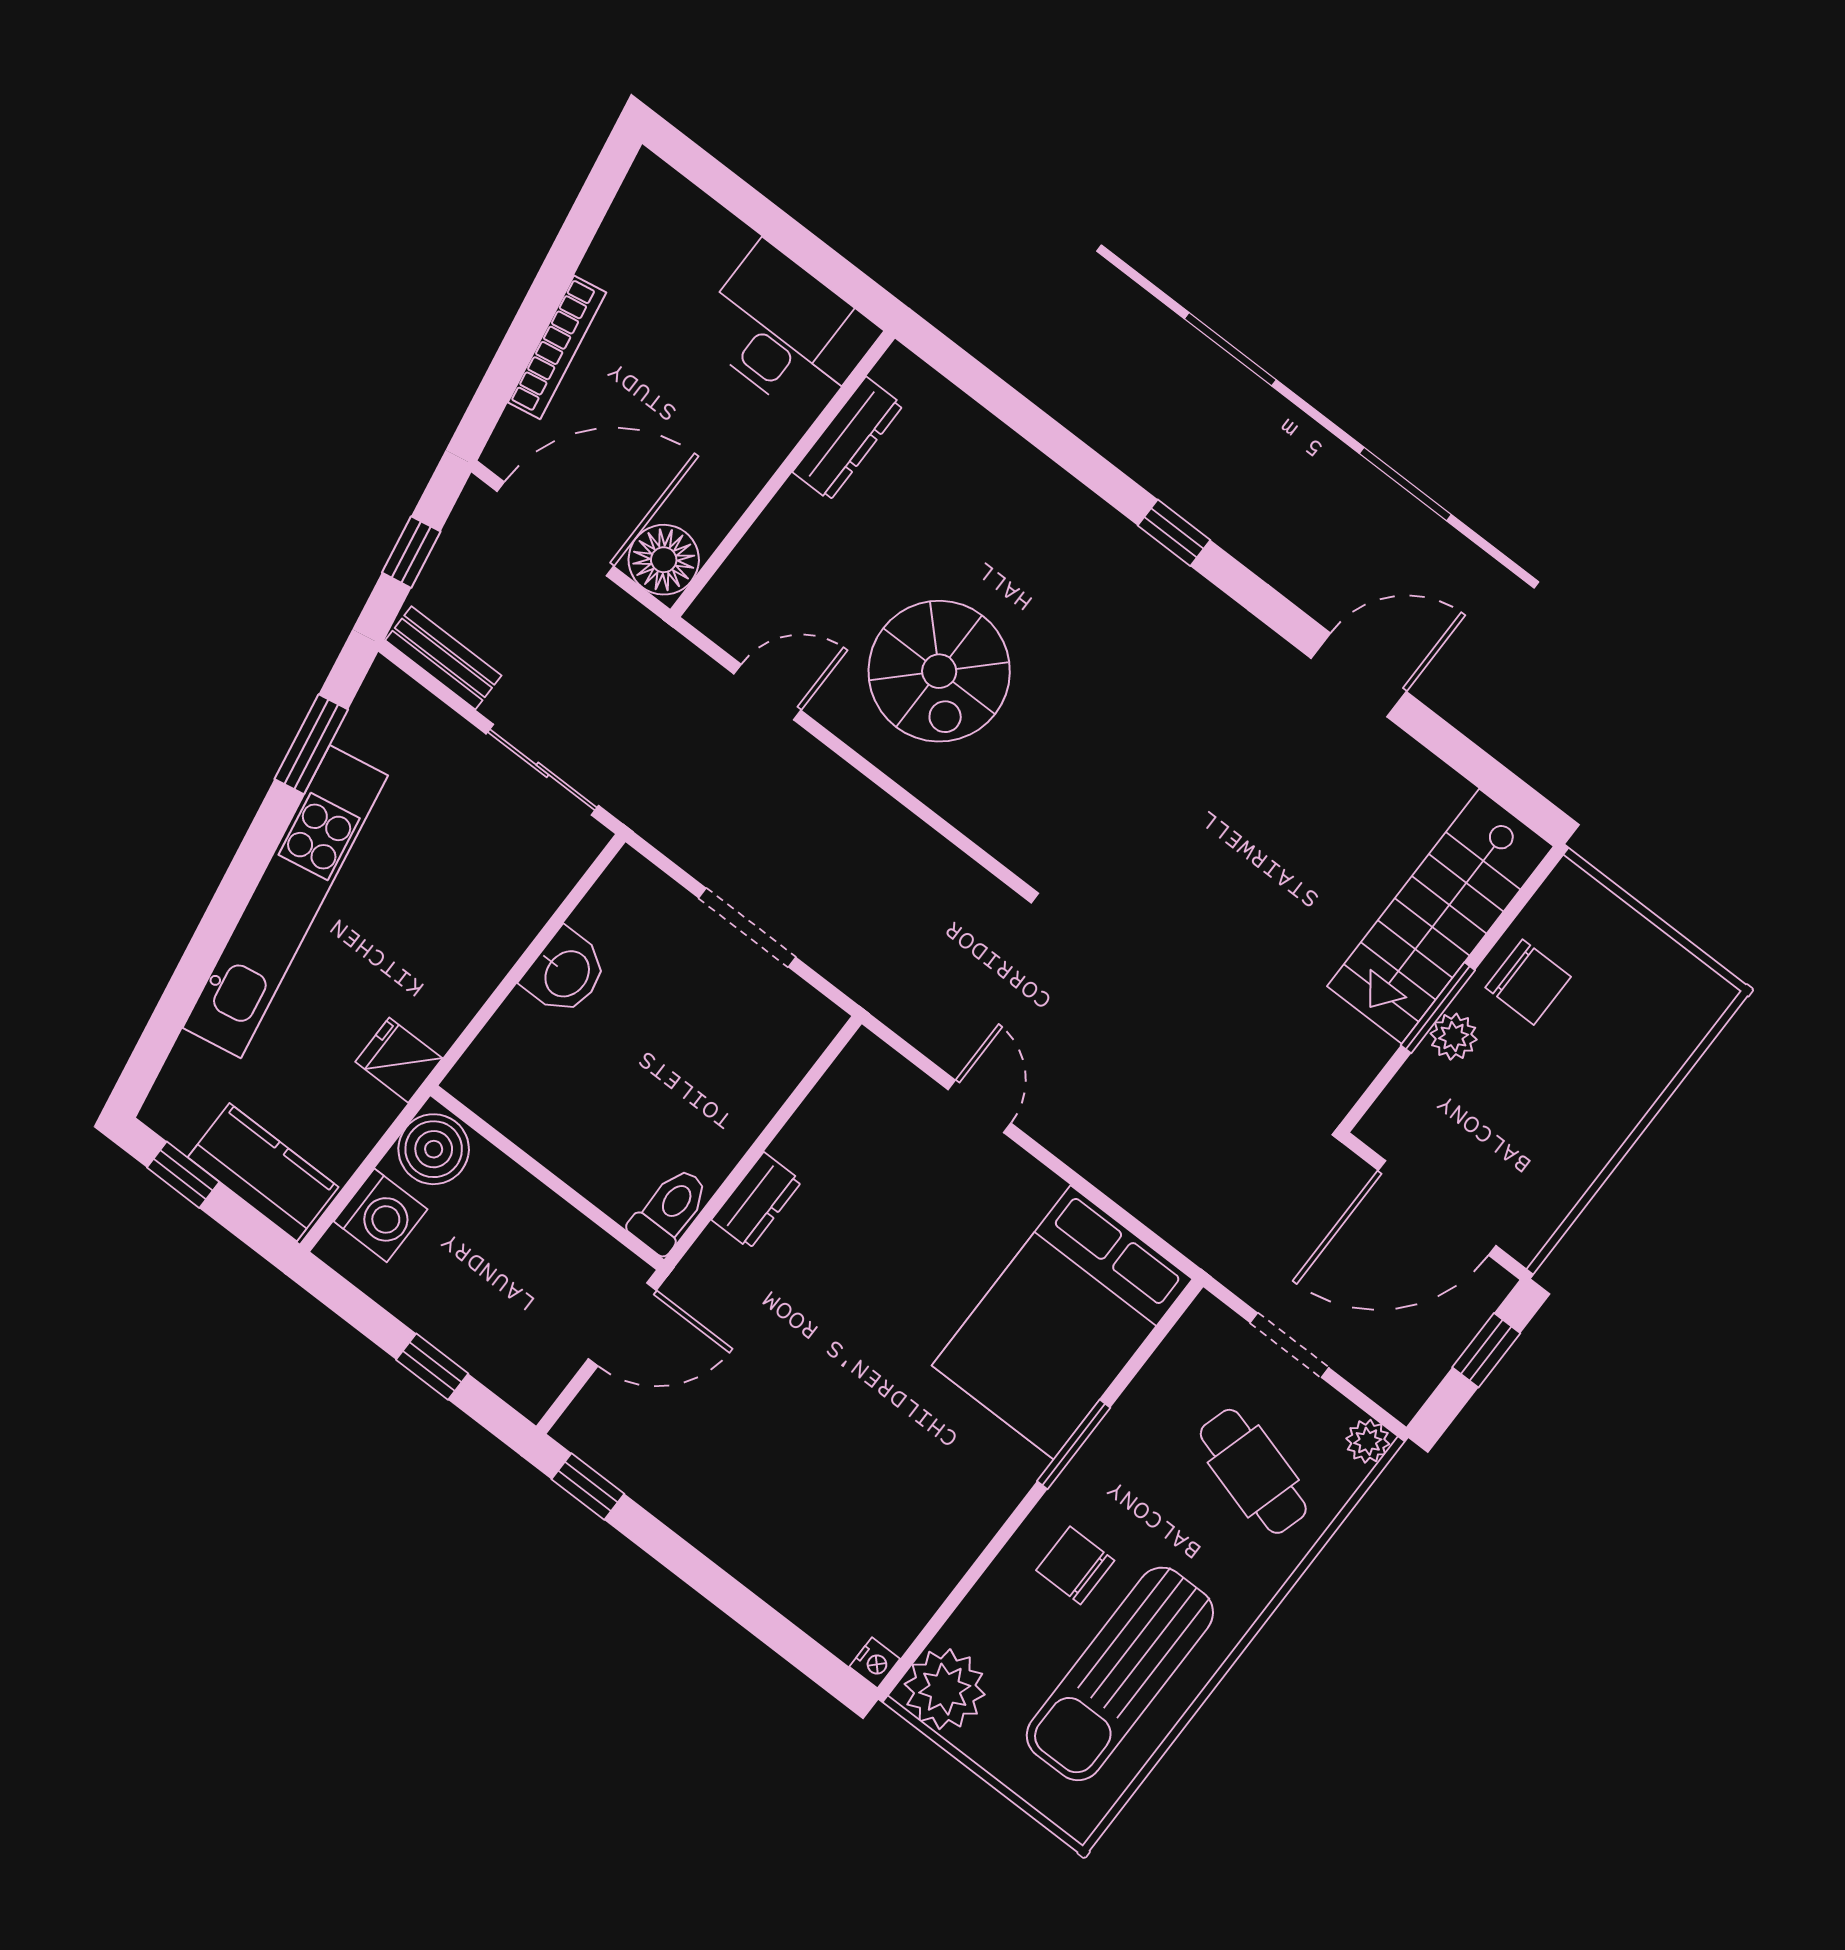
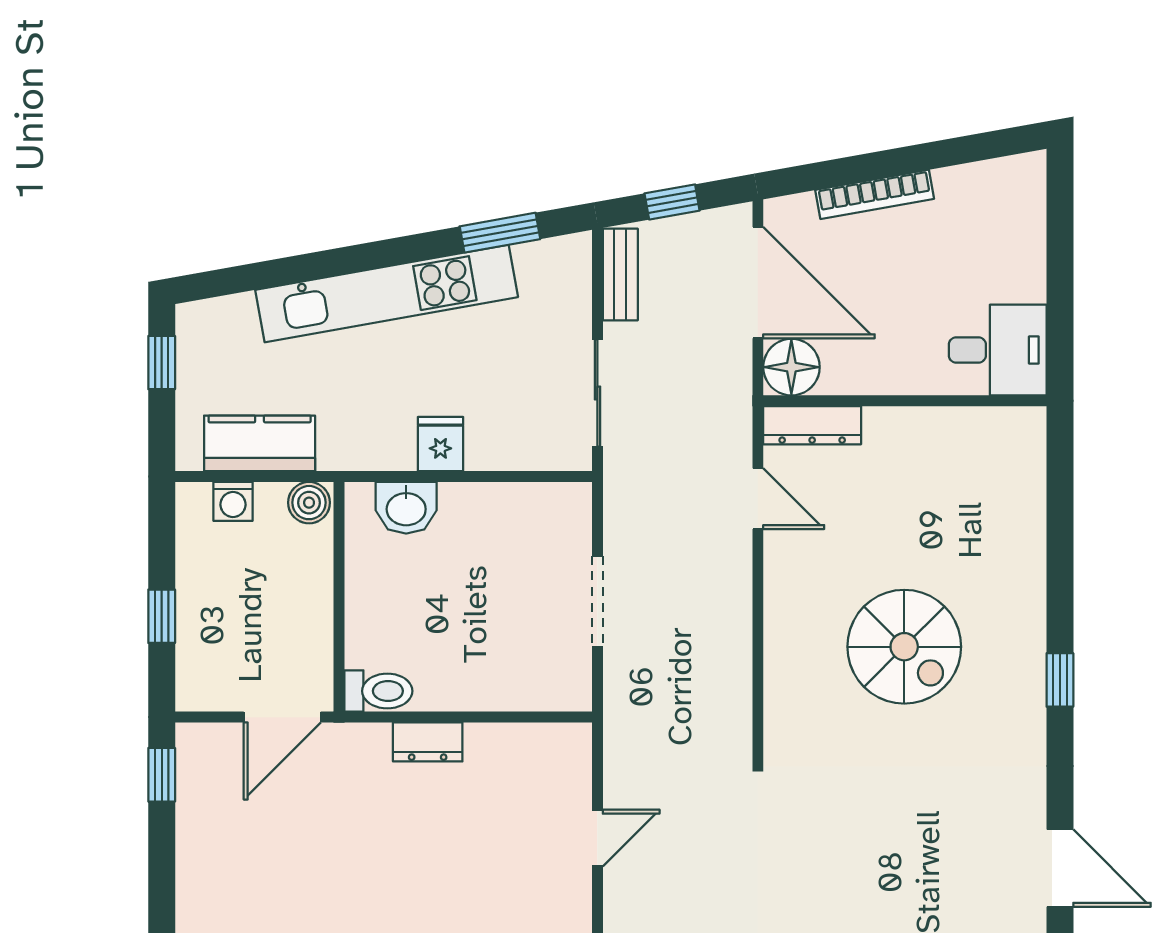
desk: (786, 332) -> (998, 350), width x0.73
dresser: (848, 439) -> (812, 425), moved
spiral stairs: (939, 671) -> (904, 647), moved, turned -90
washbasin: (566, 973) -> (406, 508), moved
fridge: (399, 1060) -> (440, 444), moved
boiler: (434, 1149) -> (309, 503), width x0.73, depth x0.73
kitchen counter: (263, 1172) -> (260, 443), moved, turned -90
washing machine: (381, 1215) -> (233, 501), width x0.73, depth x0.73
door: (622, 1324) -> (282, 717), hinge flipped

